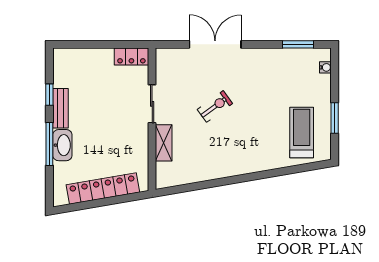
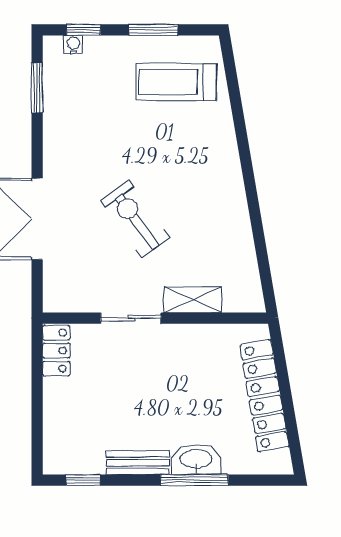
window: (335, 74) -> (83, 30), added
window: (49, 95) -> (83, 480), moved
exercise bike: (215, 106) -> (135, 219), width x1.38, depth x1.39

